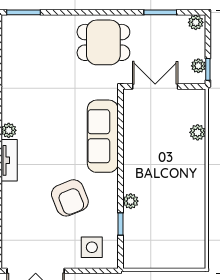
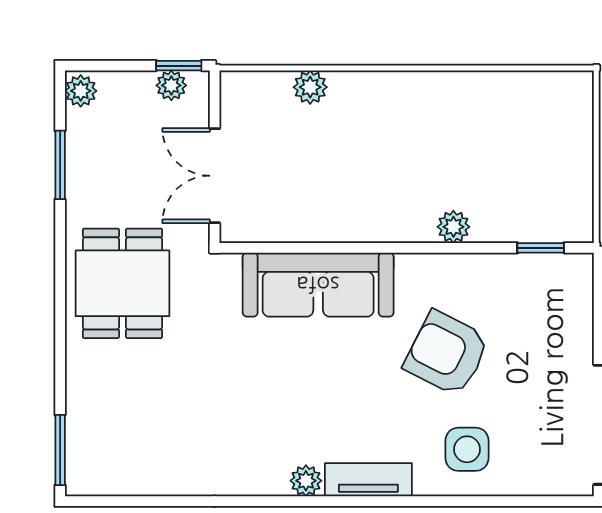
armchair: (70, 198) -> (447, 353), turned -131
window: (120, 224) -> (541, 248), moved
side table: (92, 247) -> (467, 449), moved

